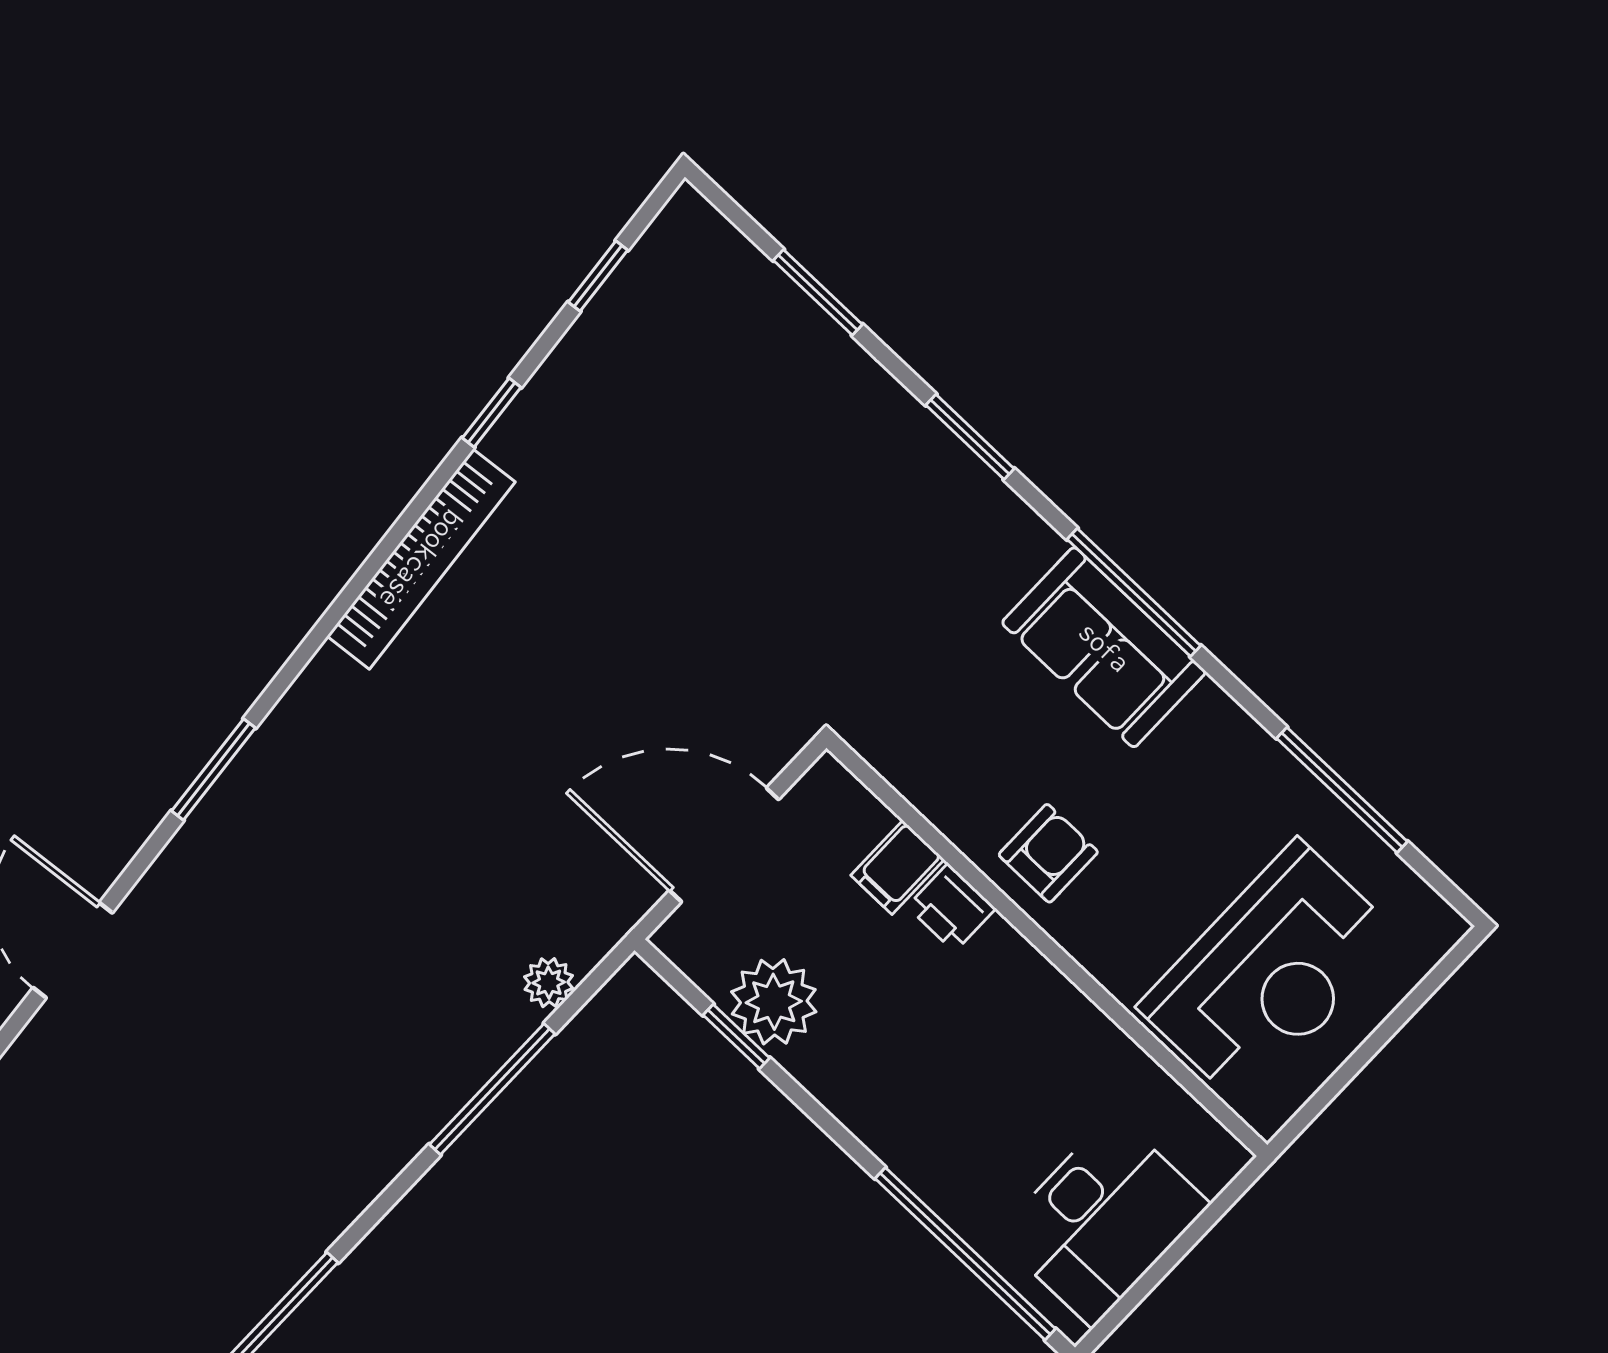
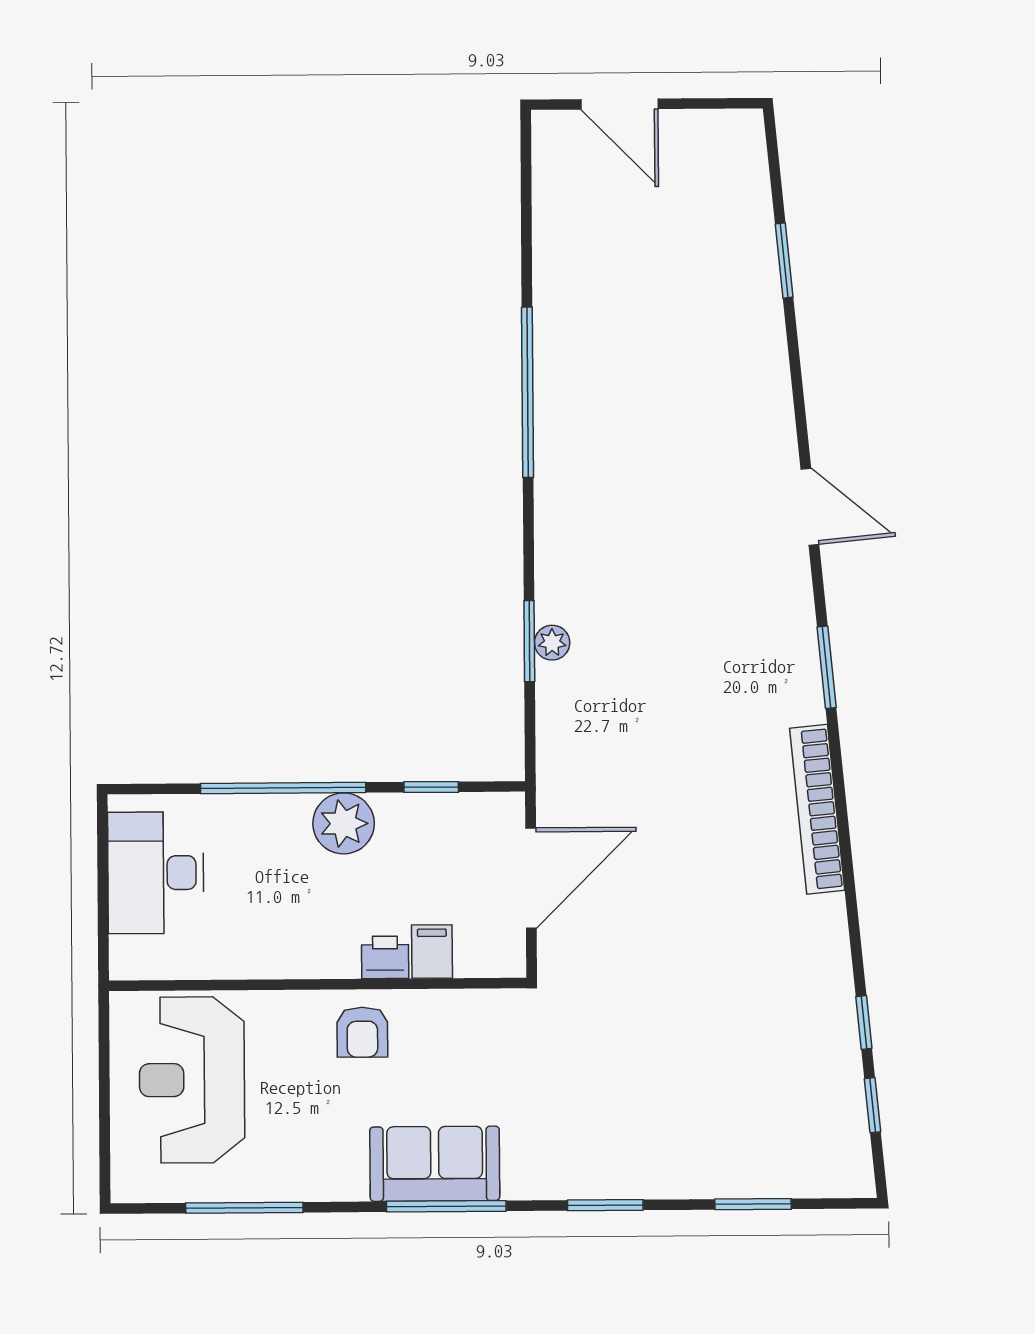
window: (492, 413) -> (864, 1022), moved
bookcase: (421, 559) -> (817, 809), moved
plant: (549, 983) -> (552, 643), moved
plant: (774, 1002) -> (344, 823), moved
window: (492, 1089) -> (529, 641), width x0.69
window: (965, 1254) -> (283, 788), moved

